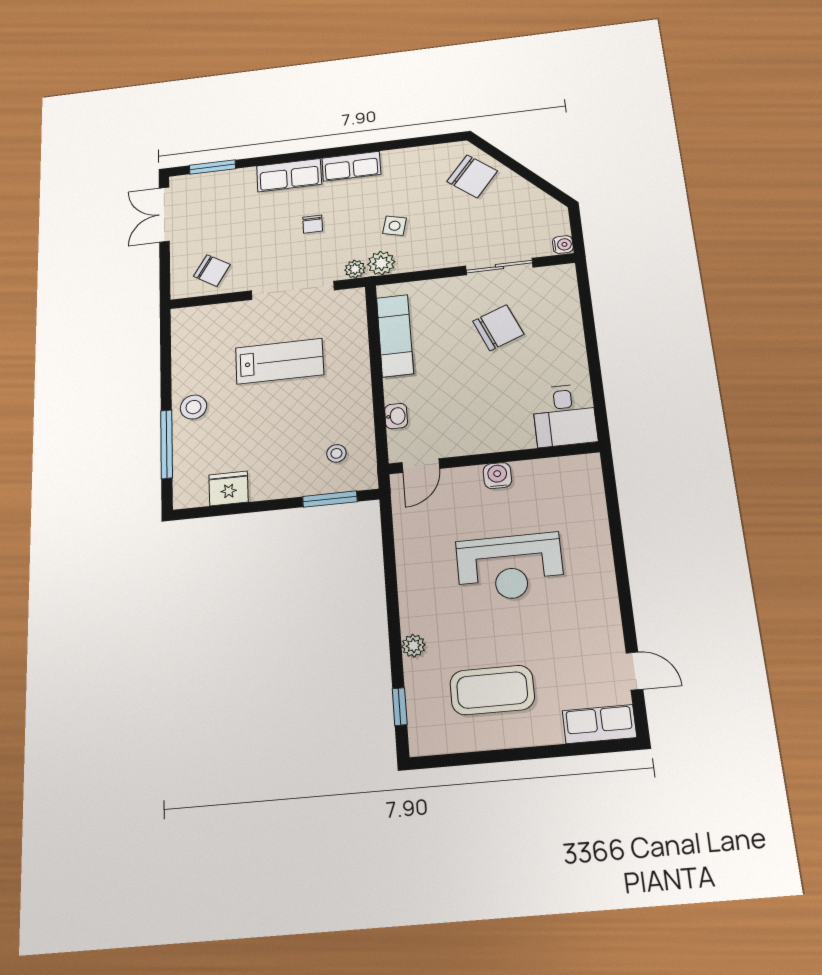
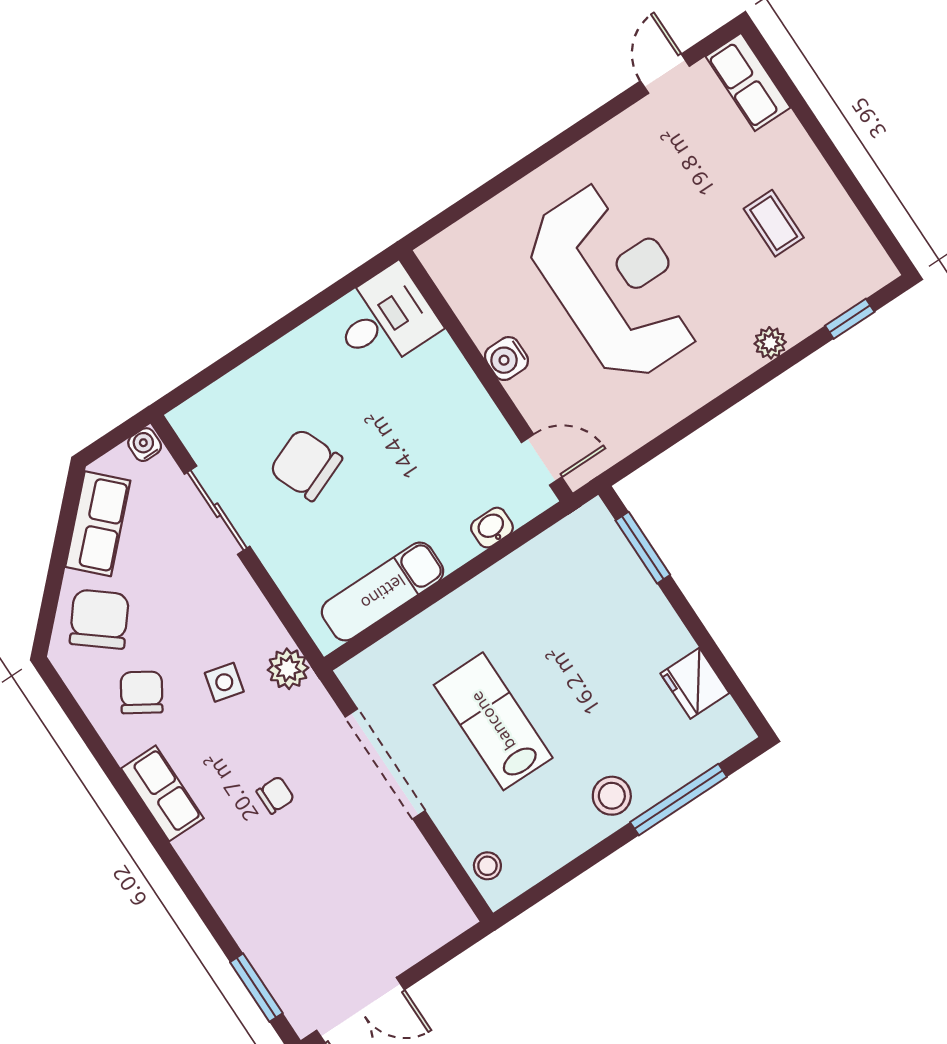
row of seats: (289, 175) -> (98, 524), moved, turned 45
plant: (355, 269) -> (314, 699), removed
chair: (212, 270) -> (142, 692), moved
stool: (336, 453) -> (487, 866), moved
reception desk: (510, 567) -> (615, 281), width x1.36, depth x1.30
coffee table: (492, 690) -> (774, 223), width x0.54, depth x0.58

